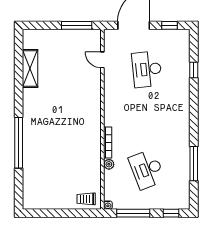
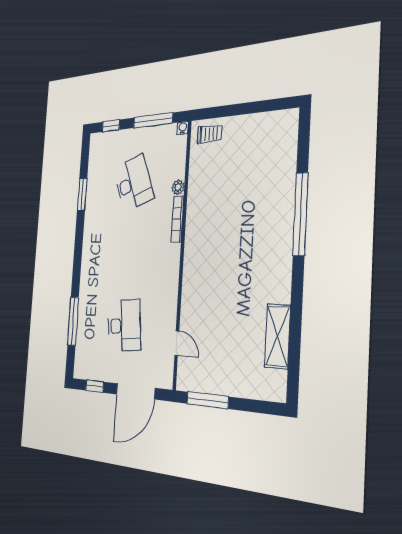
window: (194, 70) -> (73, 321), width x2.17
window: (194, 164) -> (82, 194), width x0.69

